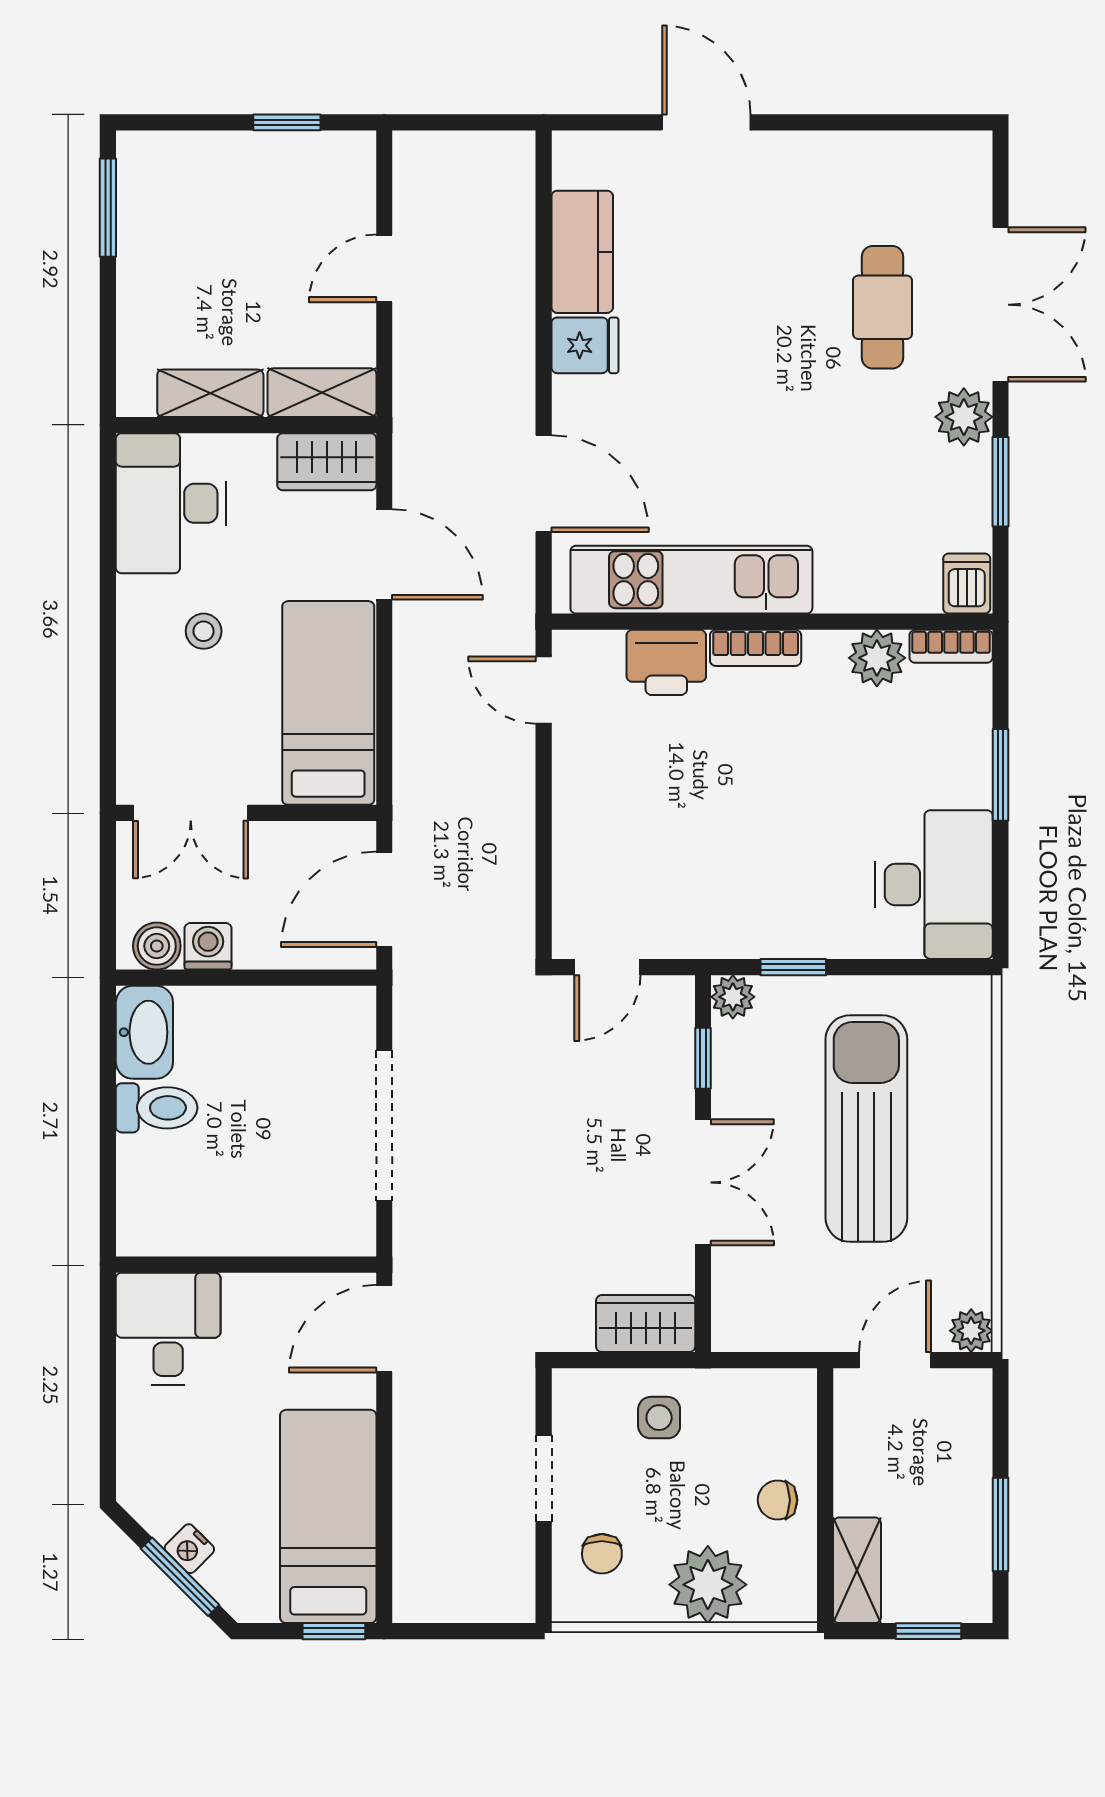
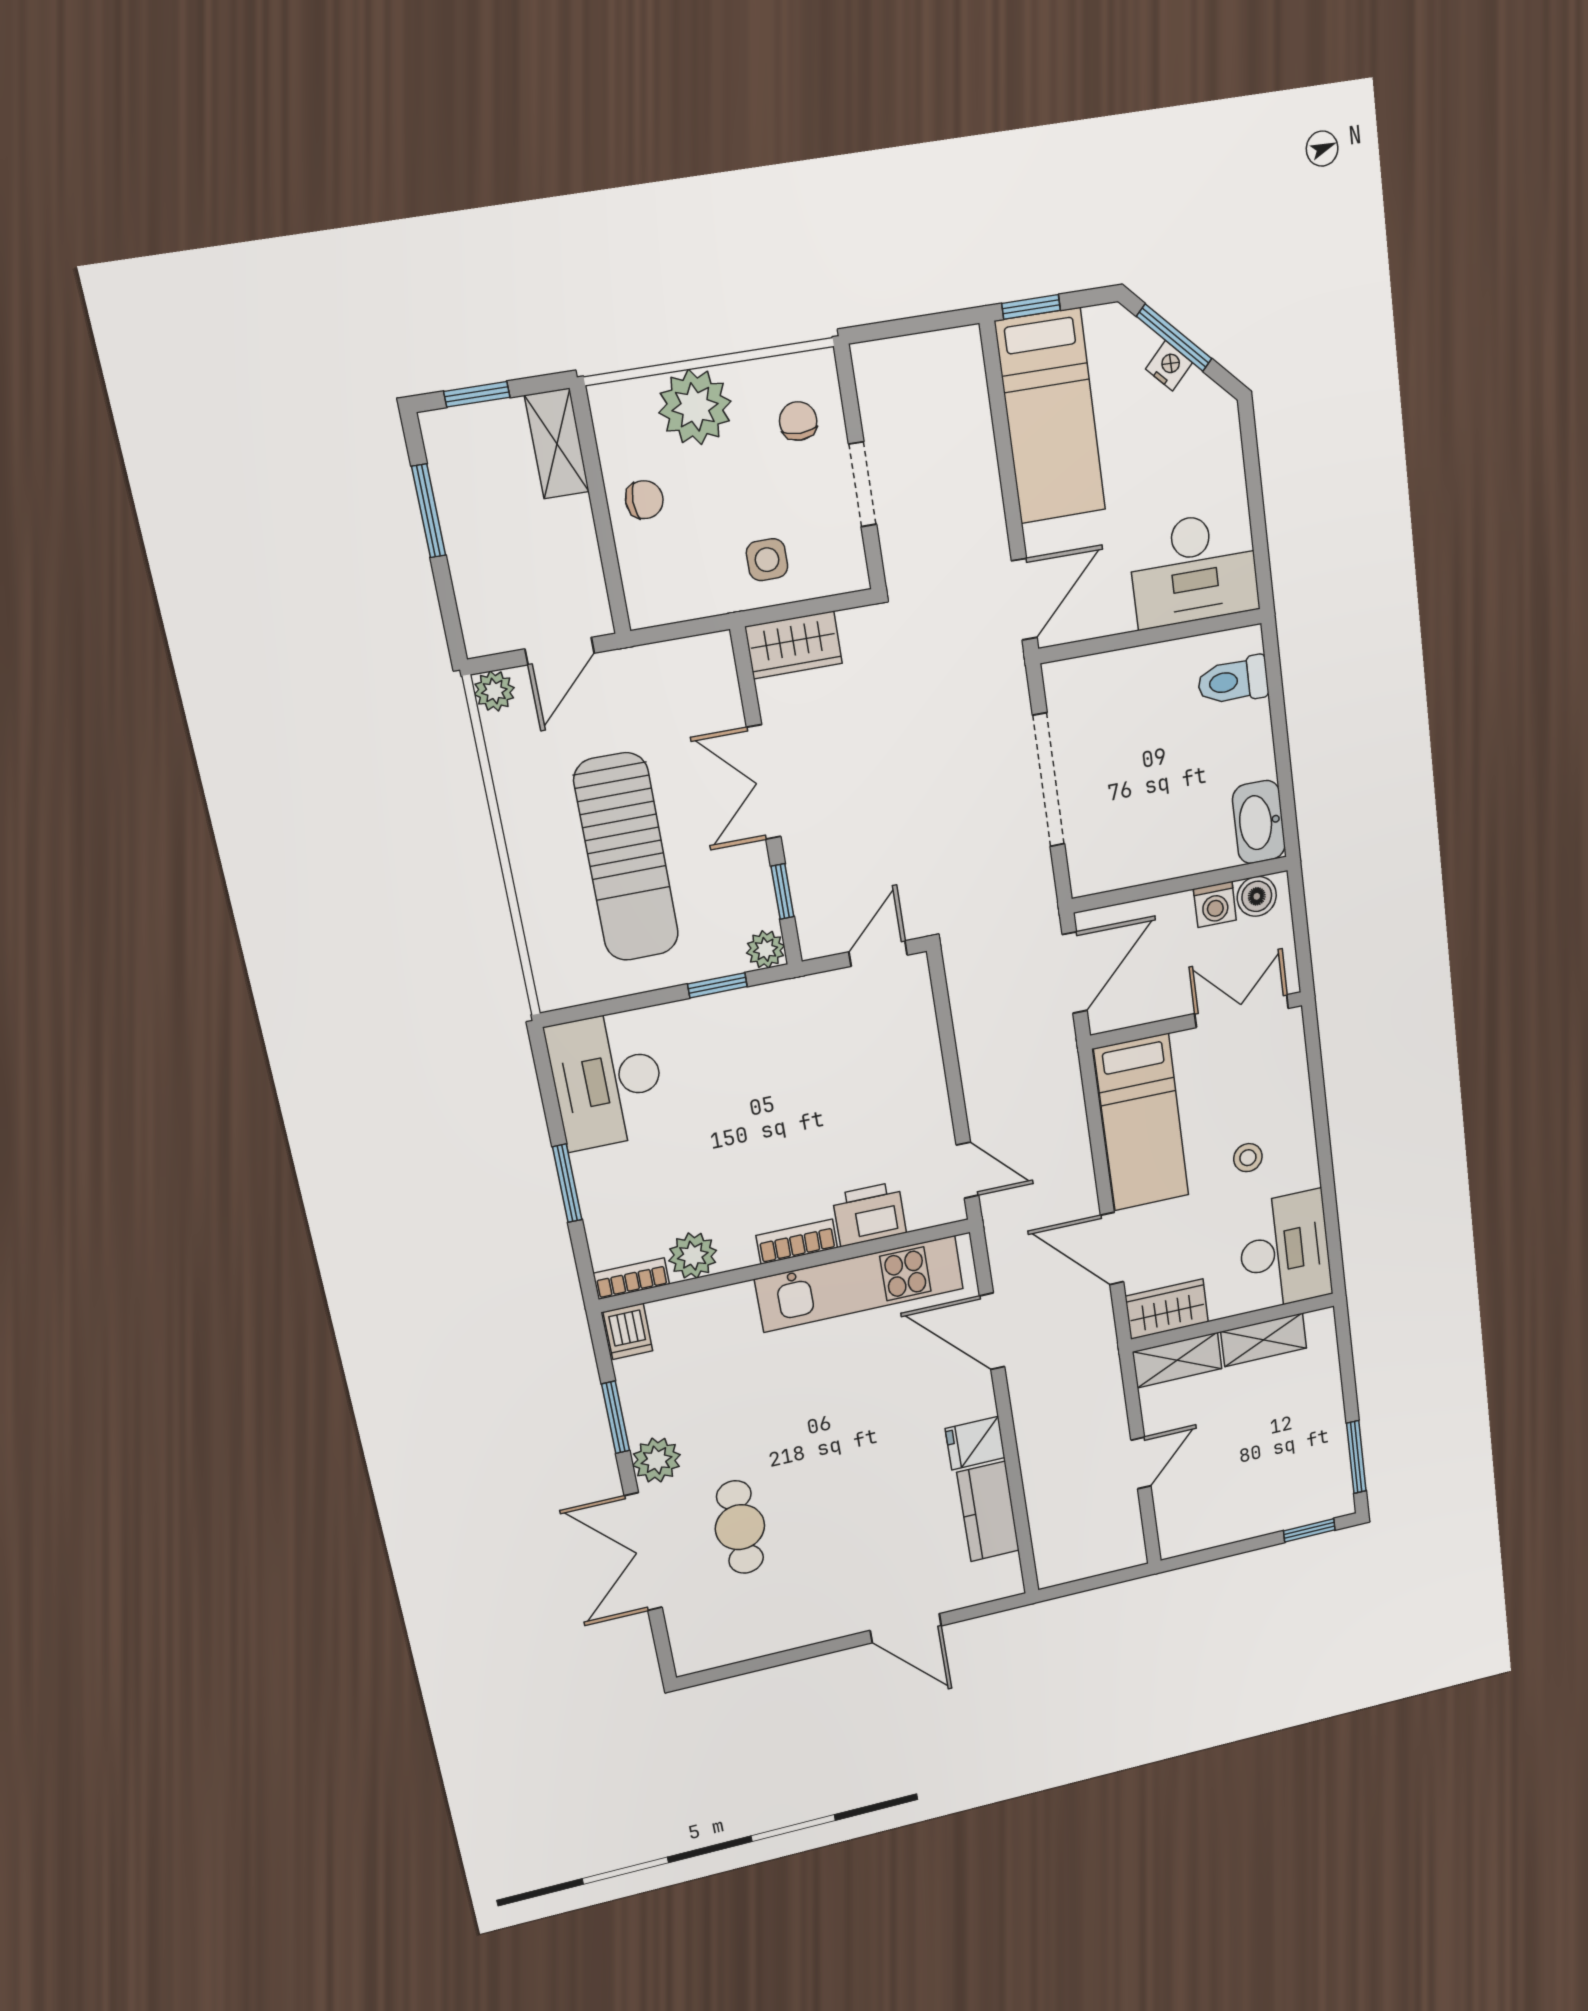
window: (287, 122) -> (1309, 1530), moved
toilet: (157, 1108) -> (1233, 681), moved
desk: (168, 1329) -> (1194, 569), width x1.37

